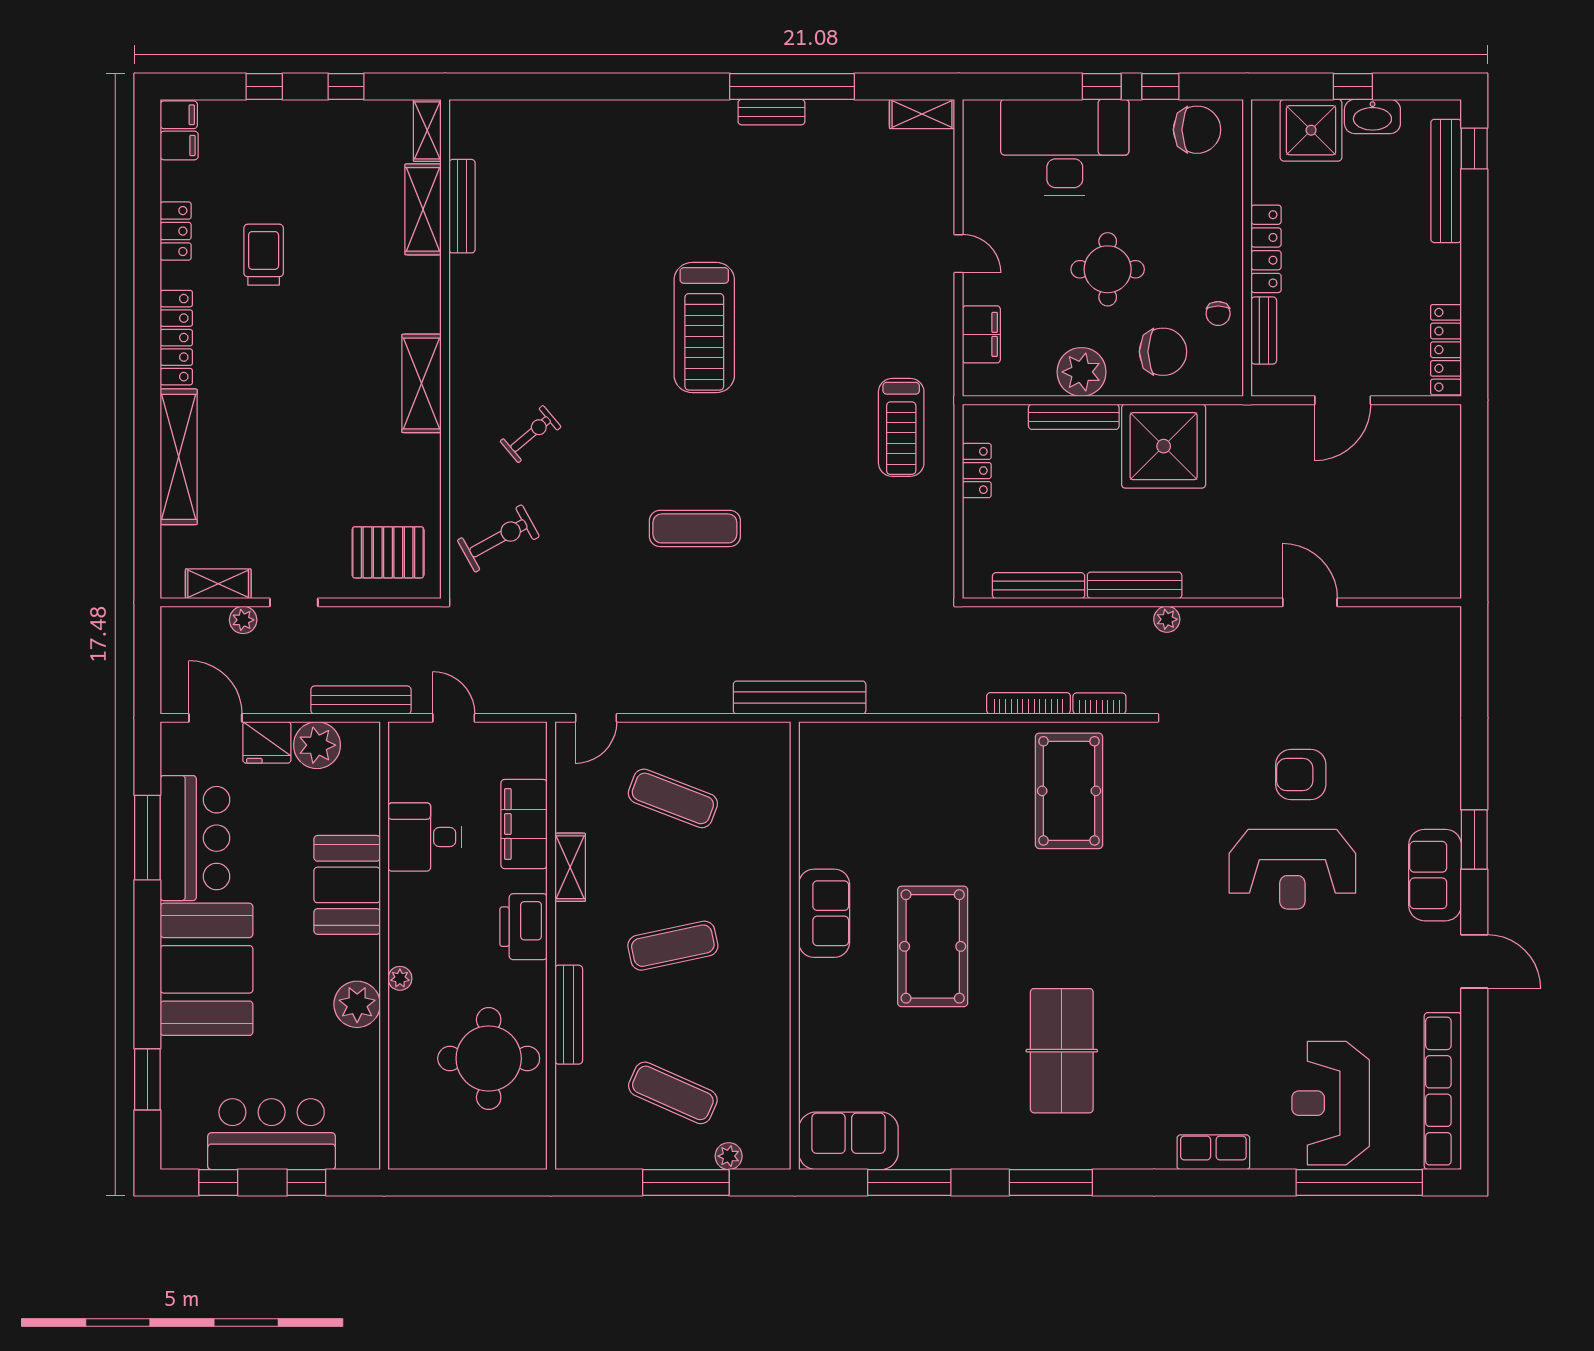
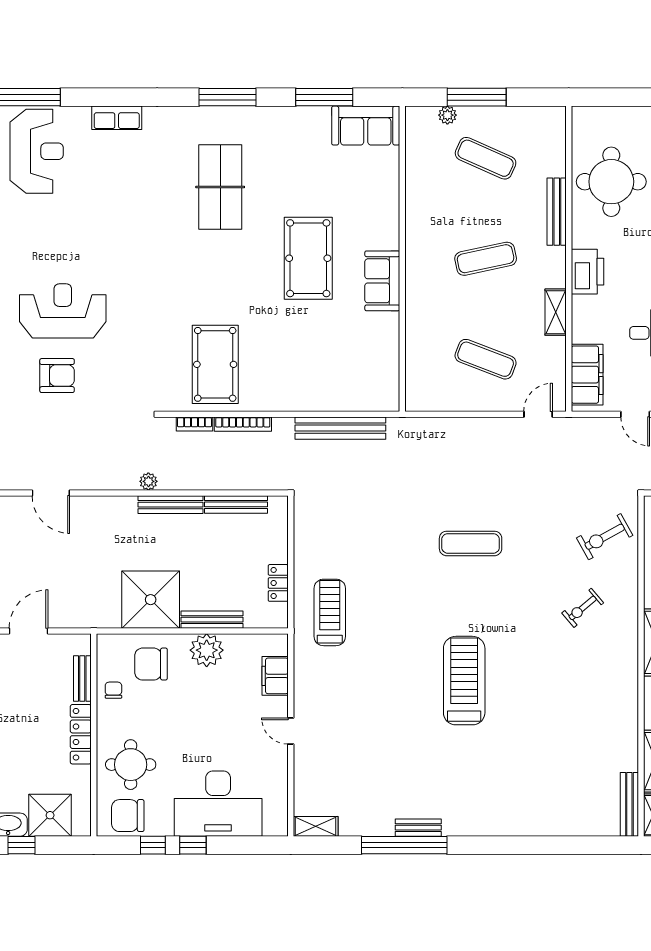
bench: (462, 206) -> (629, 804), moved
round table: (1108, 269) -> (131, 765), moved
bench: (800, 698) -> (340, 428), moved
filing cabinet: (524, 824) -> (587, 375), moved

